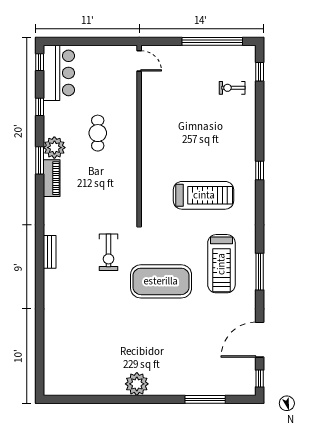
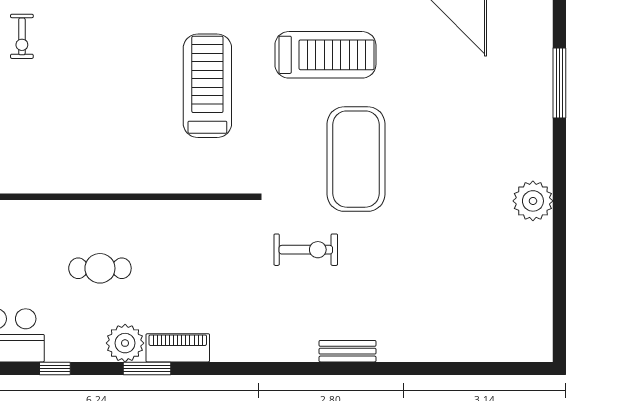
bench: (50, 252) -> (347, 351), moved

